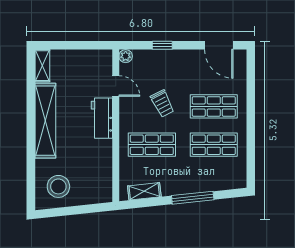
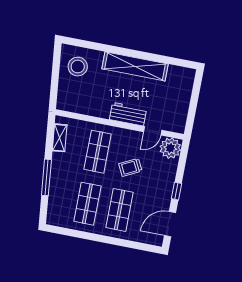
window: (162, 45) -> (176, 191), moved
plant: (126, 56) -> (170, 148), width x1.88, depth x1.88
shelving: (42, 66) -> (182, 73), removed

